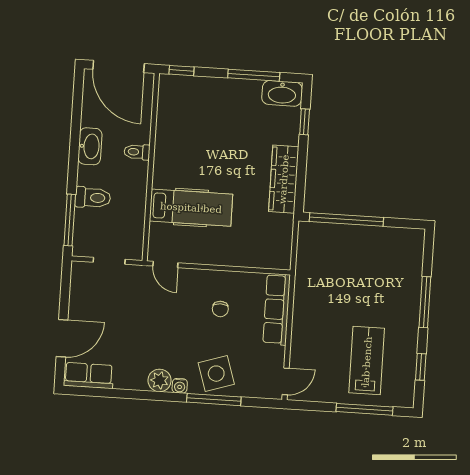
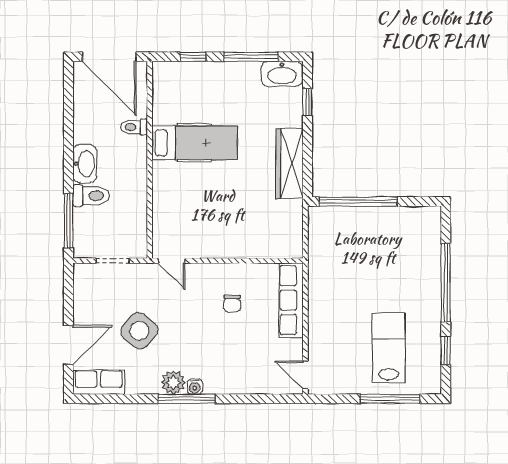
window: (182, 71) -> (193, 57), moved
washbasin: (90, 146) -> (85, 164), moved
toilet: (137, 152) -> (134, 127), moved
hospital bed: (191, 208) -> (194, 143), moved
window: (425, 302) -> (446, 283), width x1.46
side table: (216, 374) -> (139, 331), moved, turned -32
door: (286, 381) -> (305, 375), swing flipped
window: (214, 400) -> (186, 399), moved

